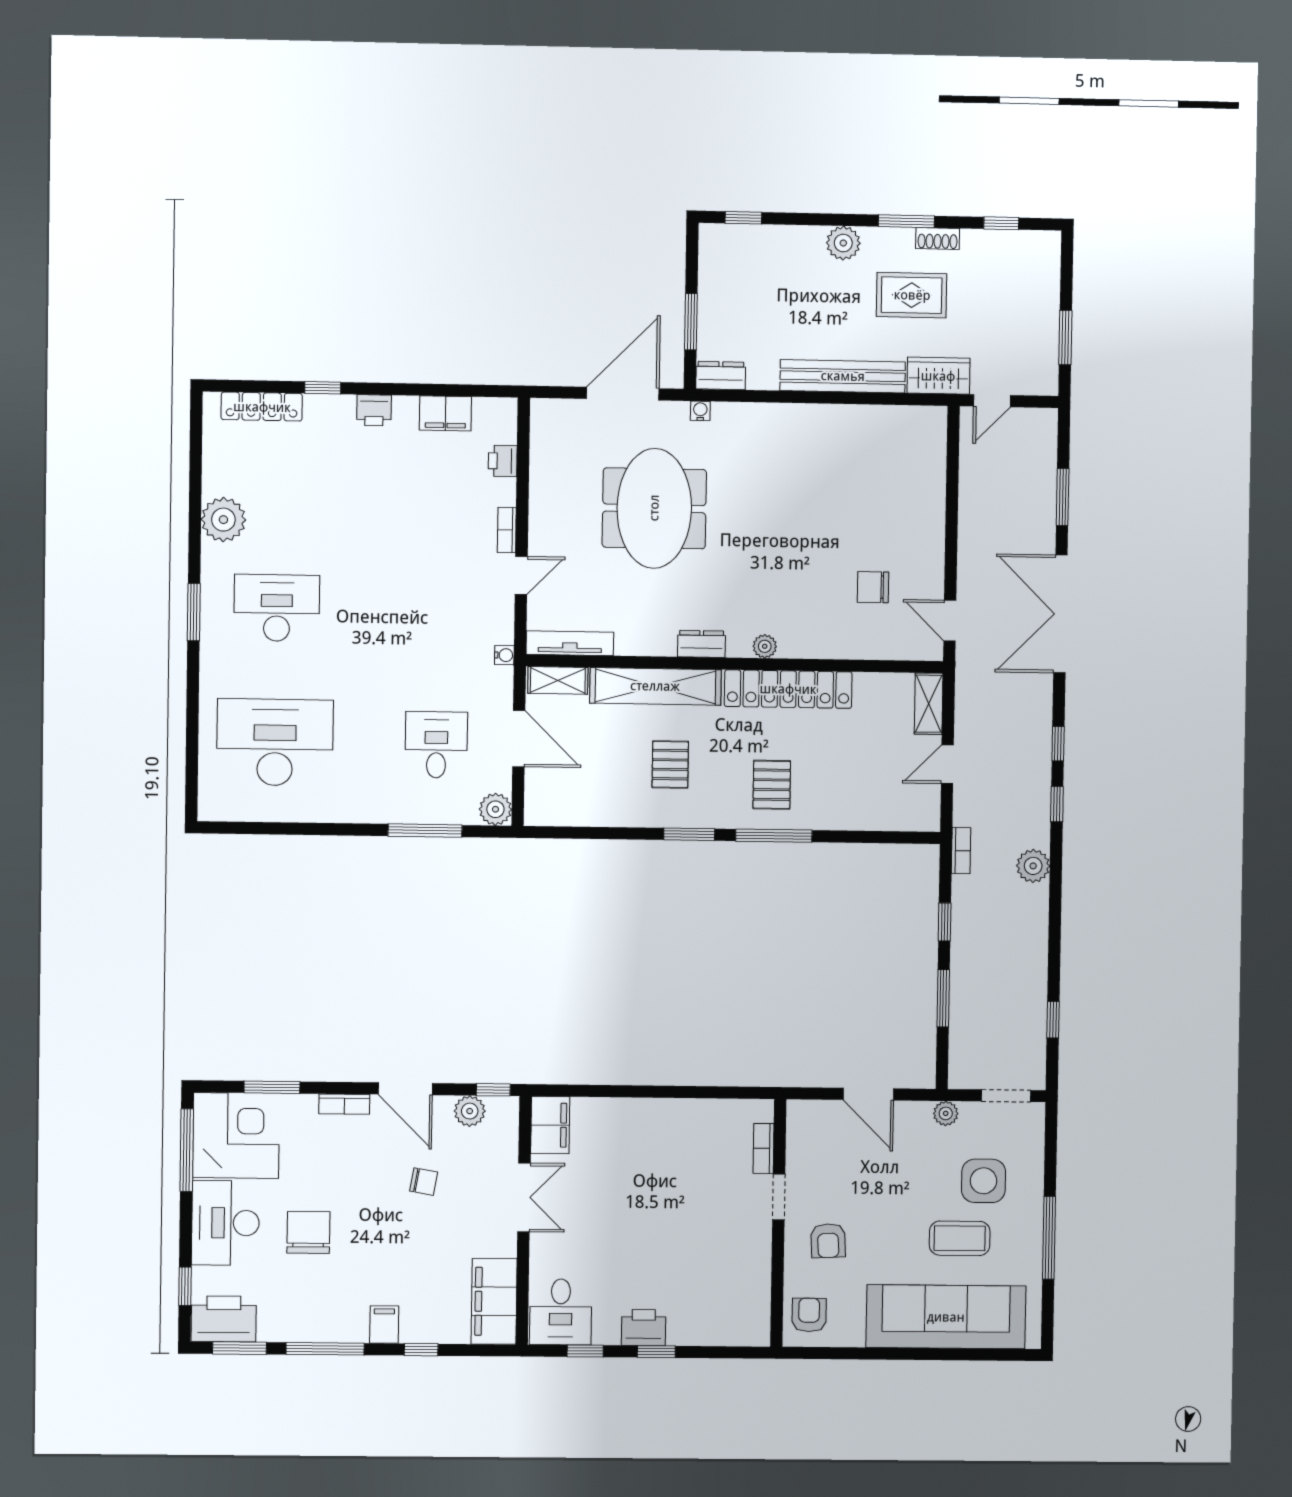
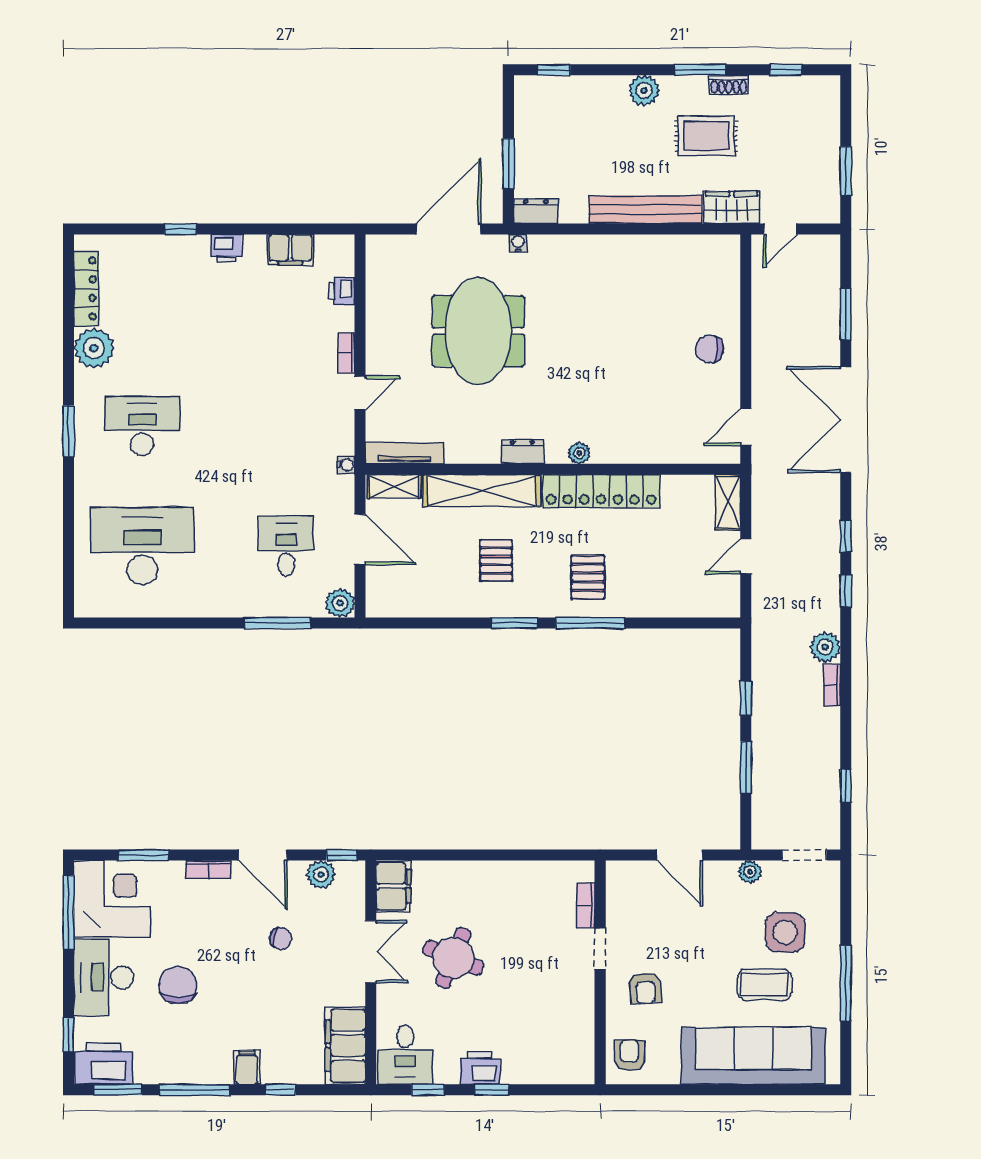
locker: (262, 407) -> (86, 289), moved, turned -90
chair: (873, 587) -> (709, 349), moved
door: (950, 621) -> (746, 427), hinge flipped
bookcase: (961, 851) -> (832, 685), moved, turned 180
round table: (616, 1205) -> (453, 958), added

